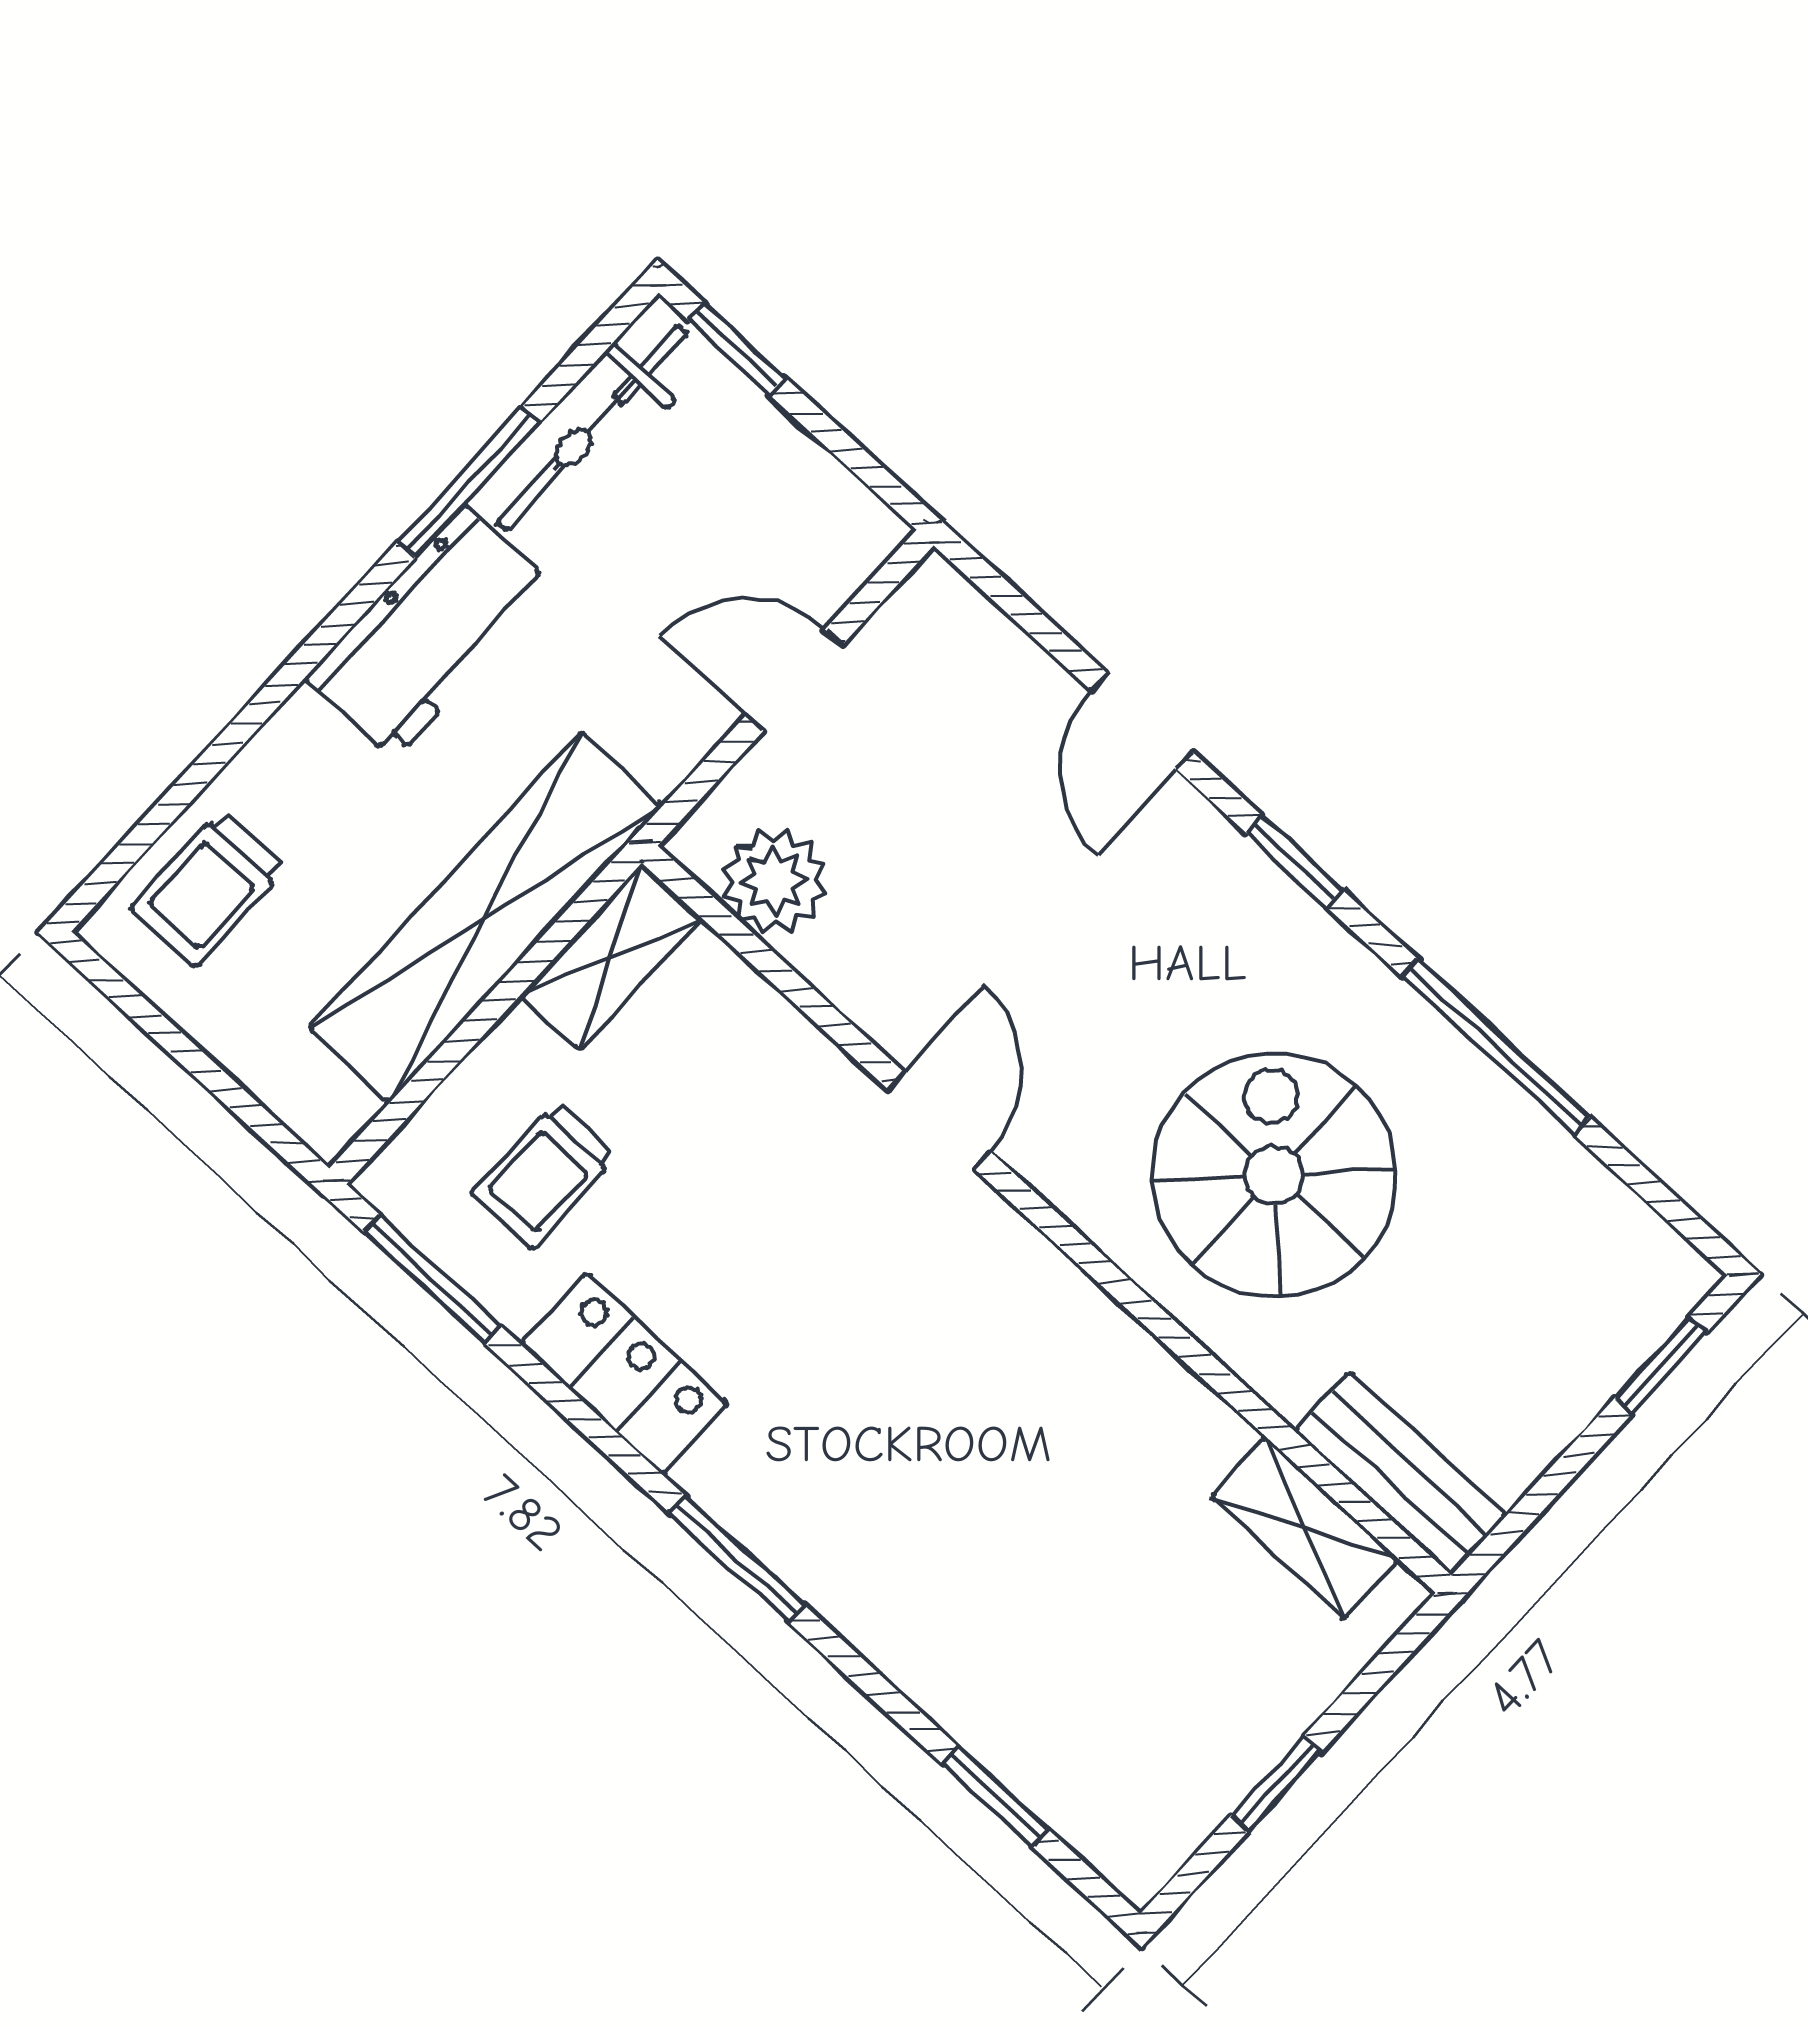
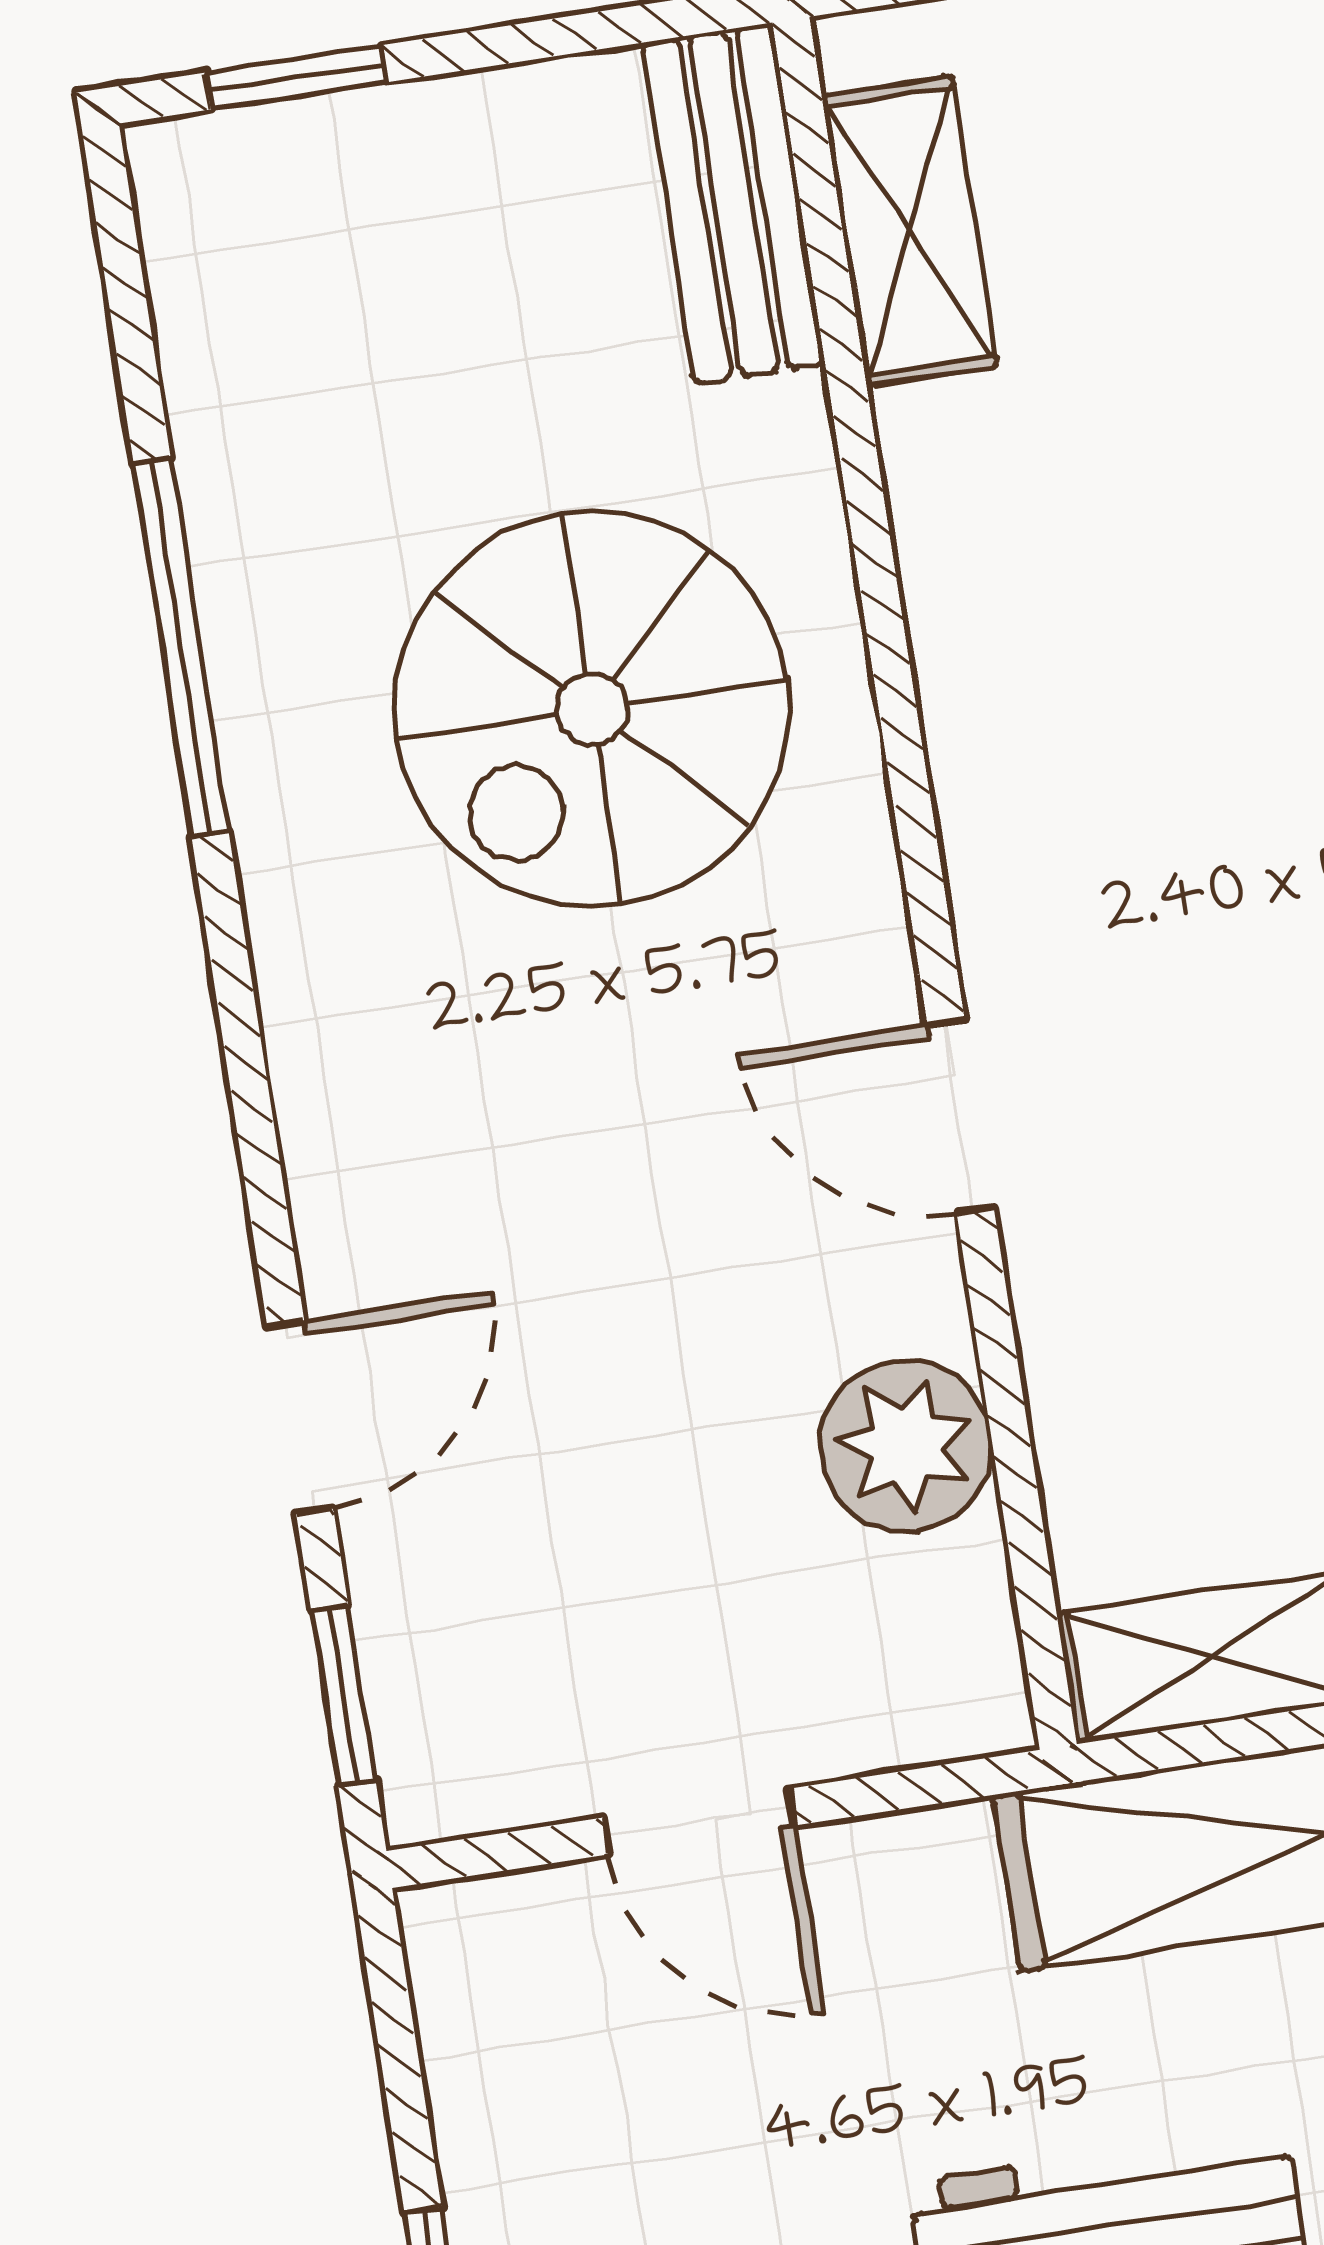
window: (1294, 861) -> (343, 1695), moved
plant: (774, 881) -> (906, 1446), moved
door: (940, 1121) -> (961, 1116), hinge flipped

